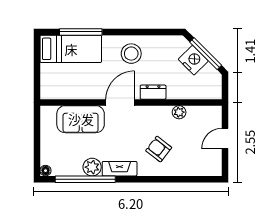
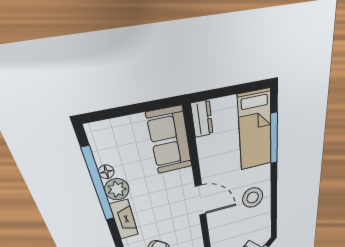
dresser: (153, 92) -> (202, 119), moved
sofa: (81, 119) -> (170, 141), moved
floor lamp: (46, 171) -> (106, 172), moved

